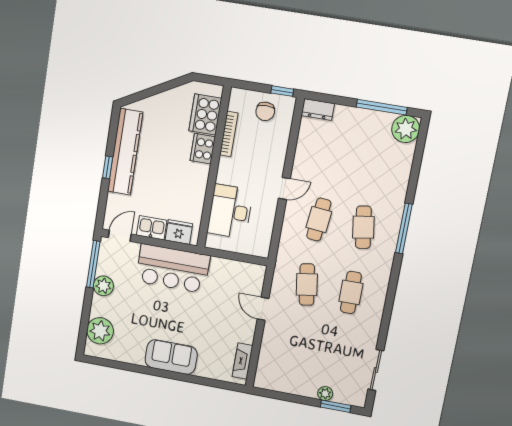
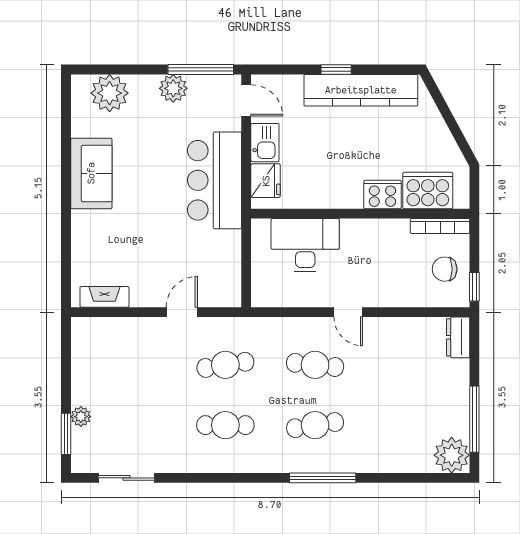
bookcase: (229, 134) -> (440, 226), moved
sofa: (171, 357) -> (91, 173), moved

